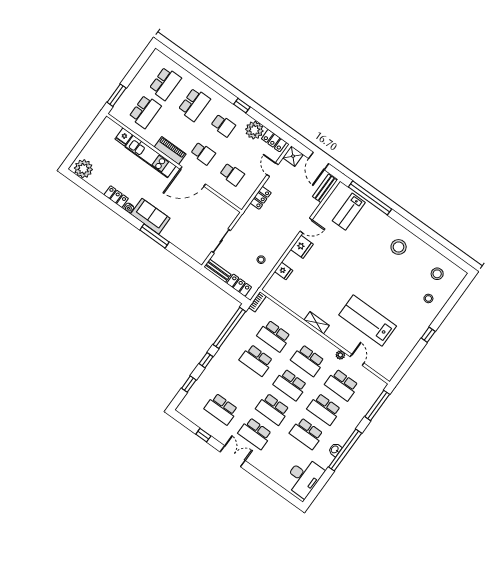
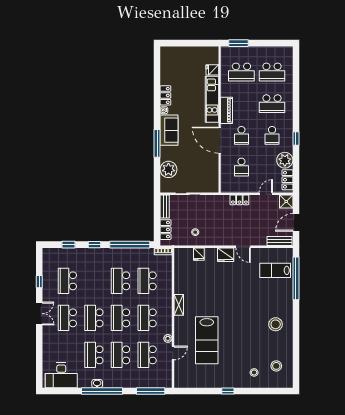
plant: (83, 169) -> (168, 169), moved
lab bench: (368, 320) -> (207, 340), turned 180

